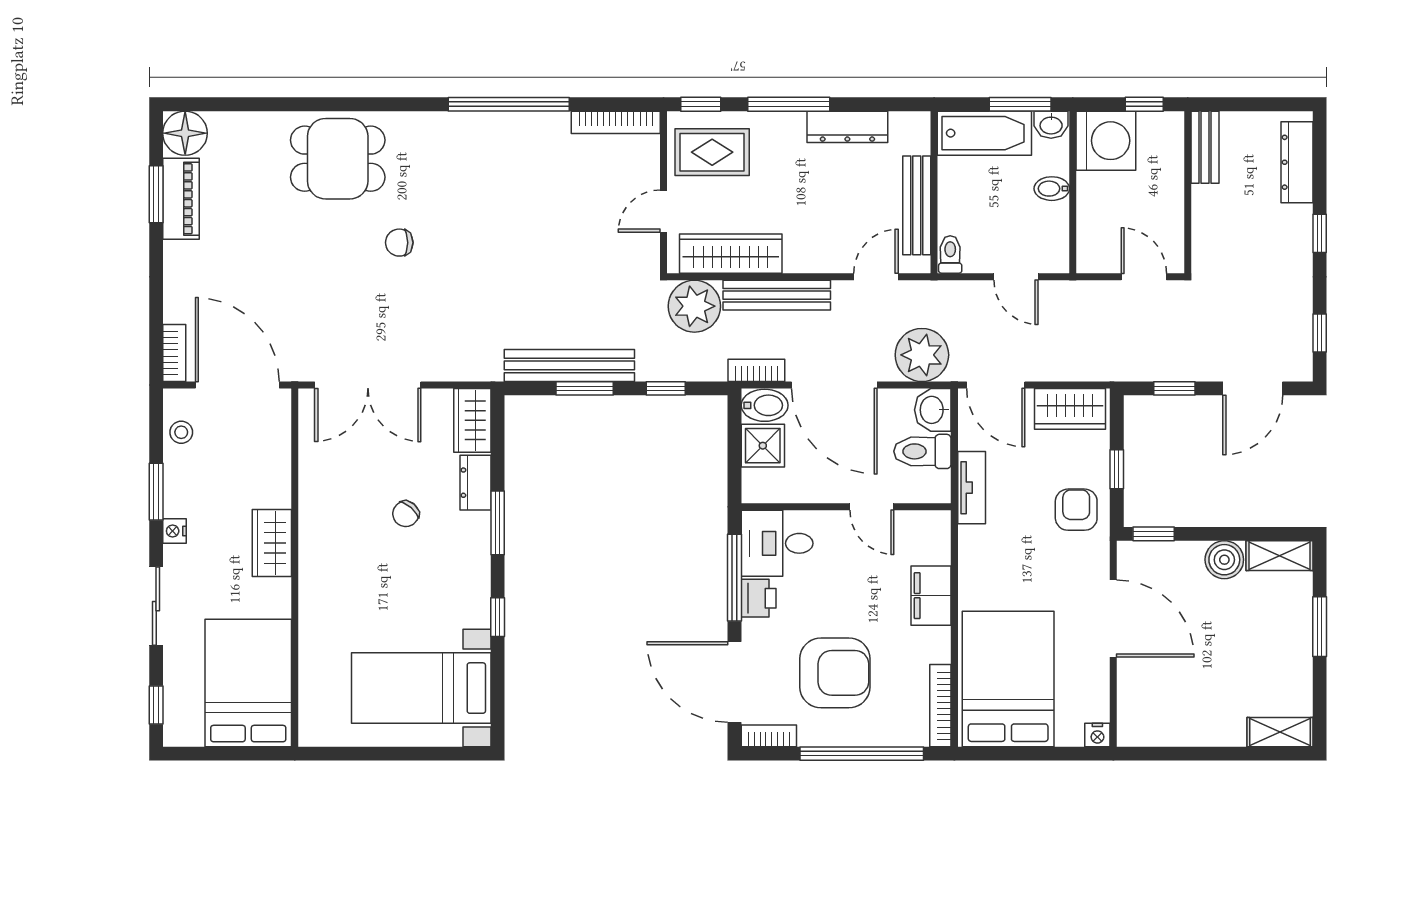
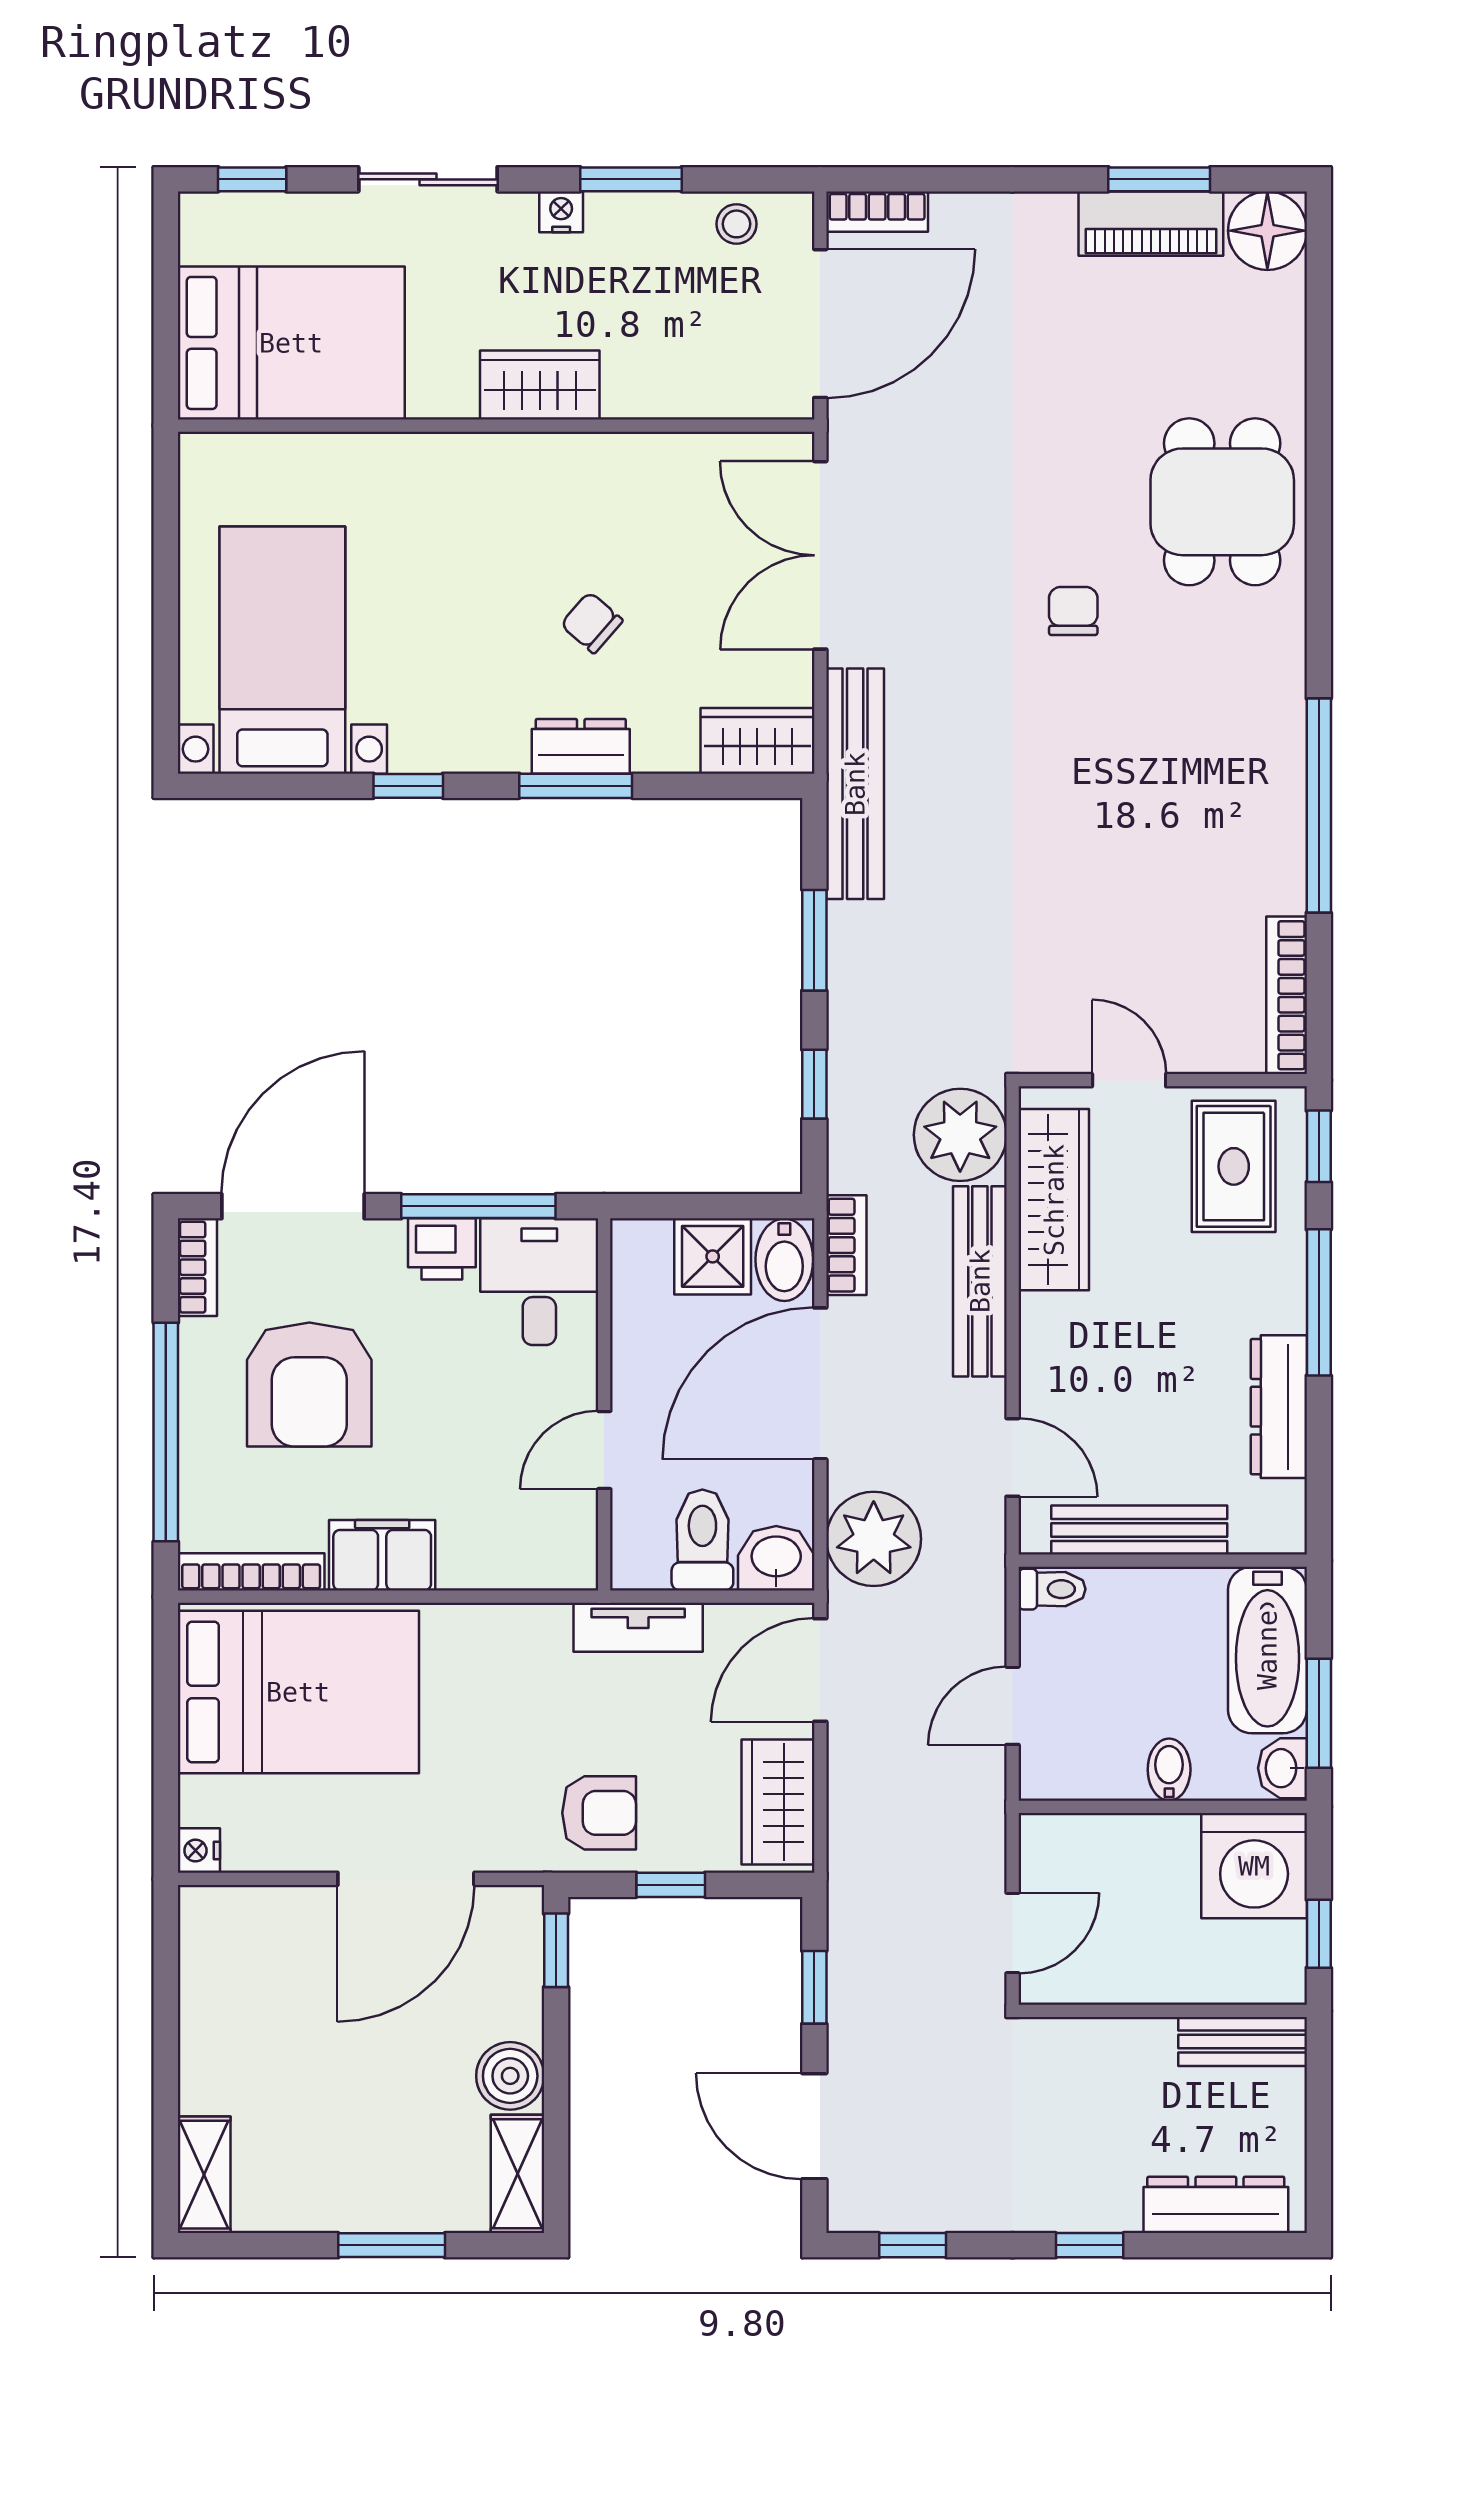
bench: (569, 365) -> (855, 784), moved
dresser: (475, 483) -> (581, 746), moved
filing cabinet: (931, 596) -> (382, 1555), moved

